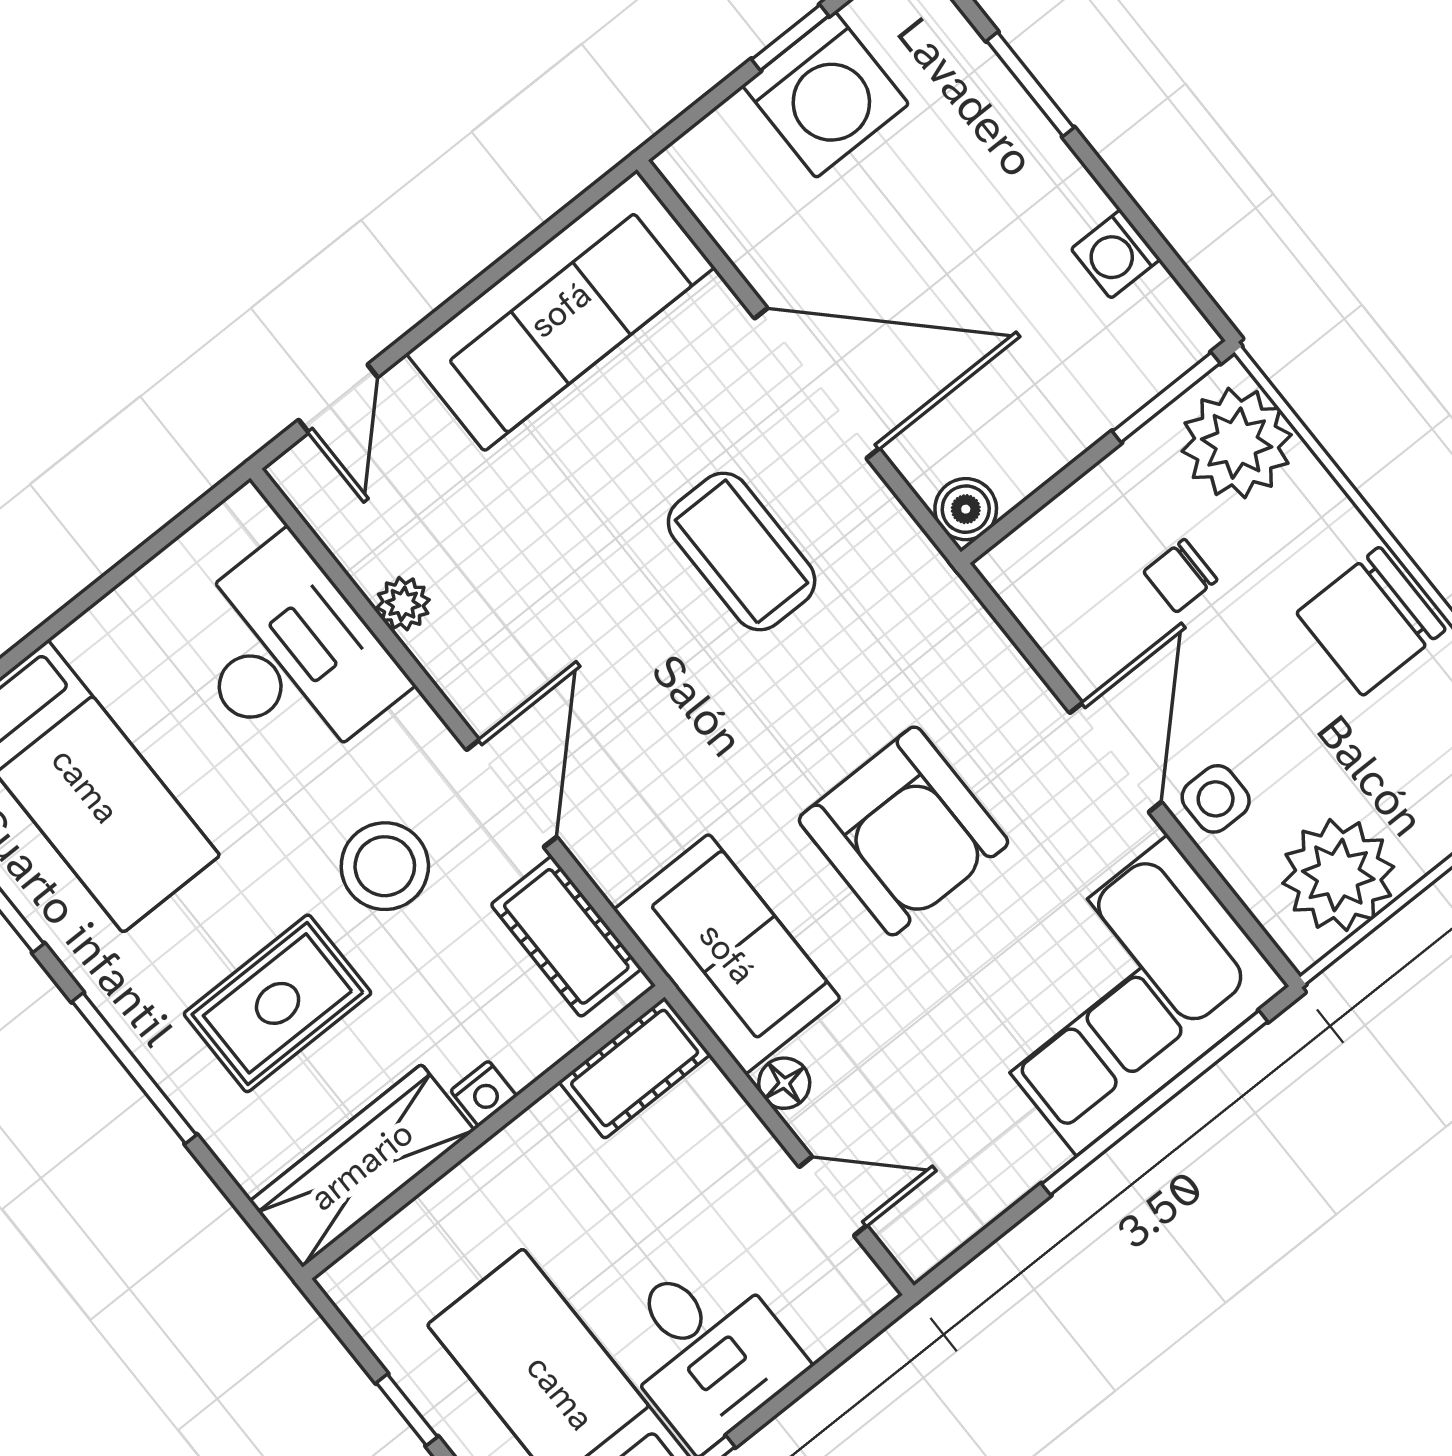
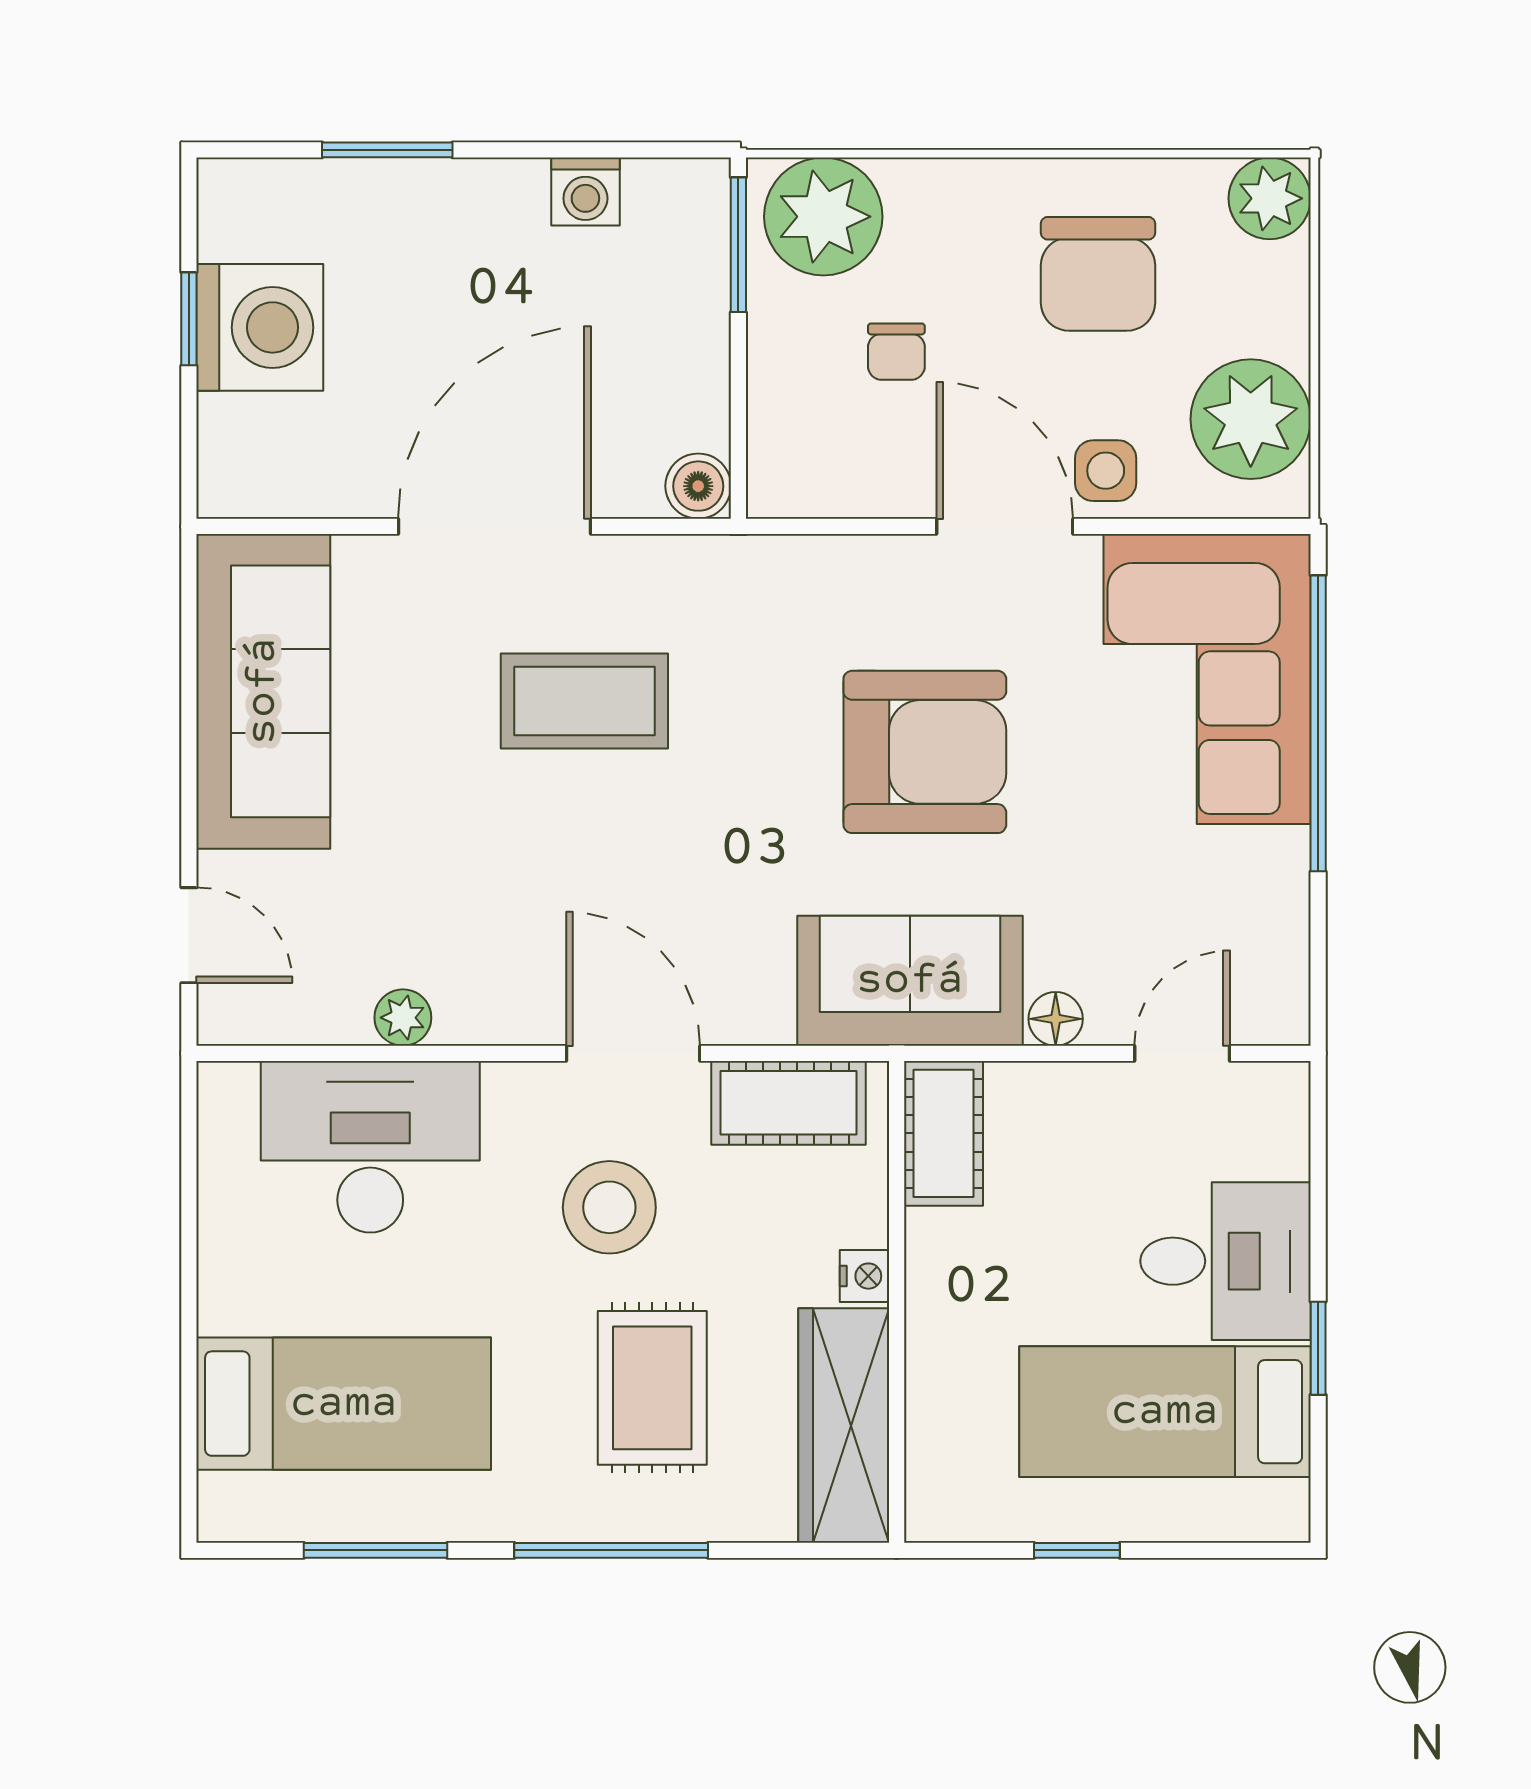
chair: (1371, 621) -> (1098, 274), moved

